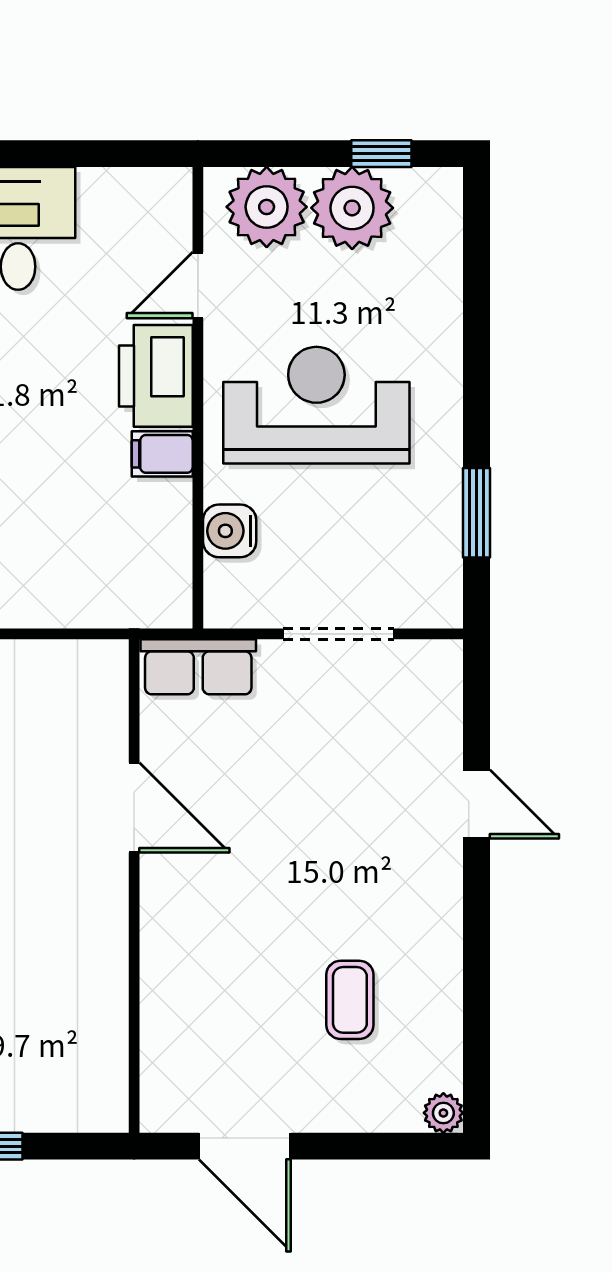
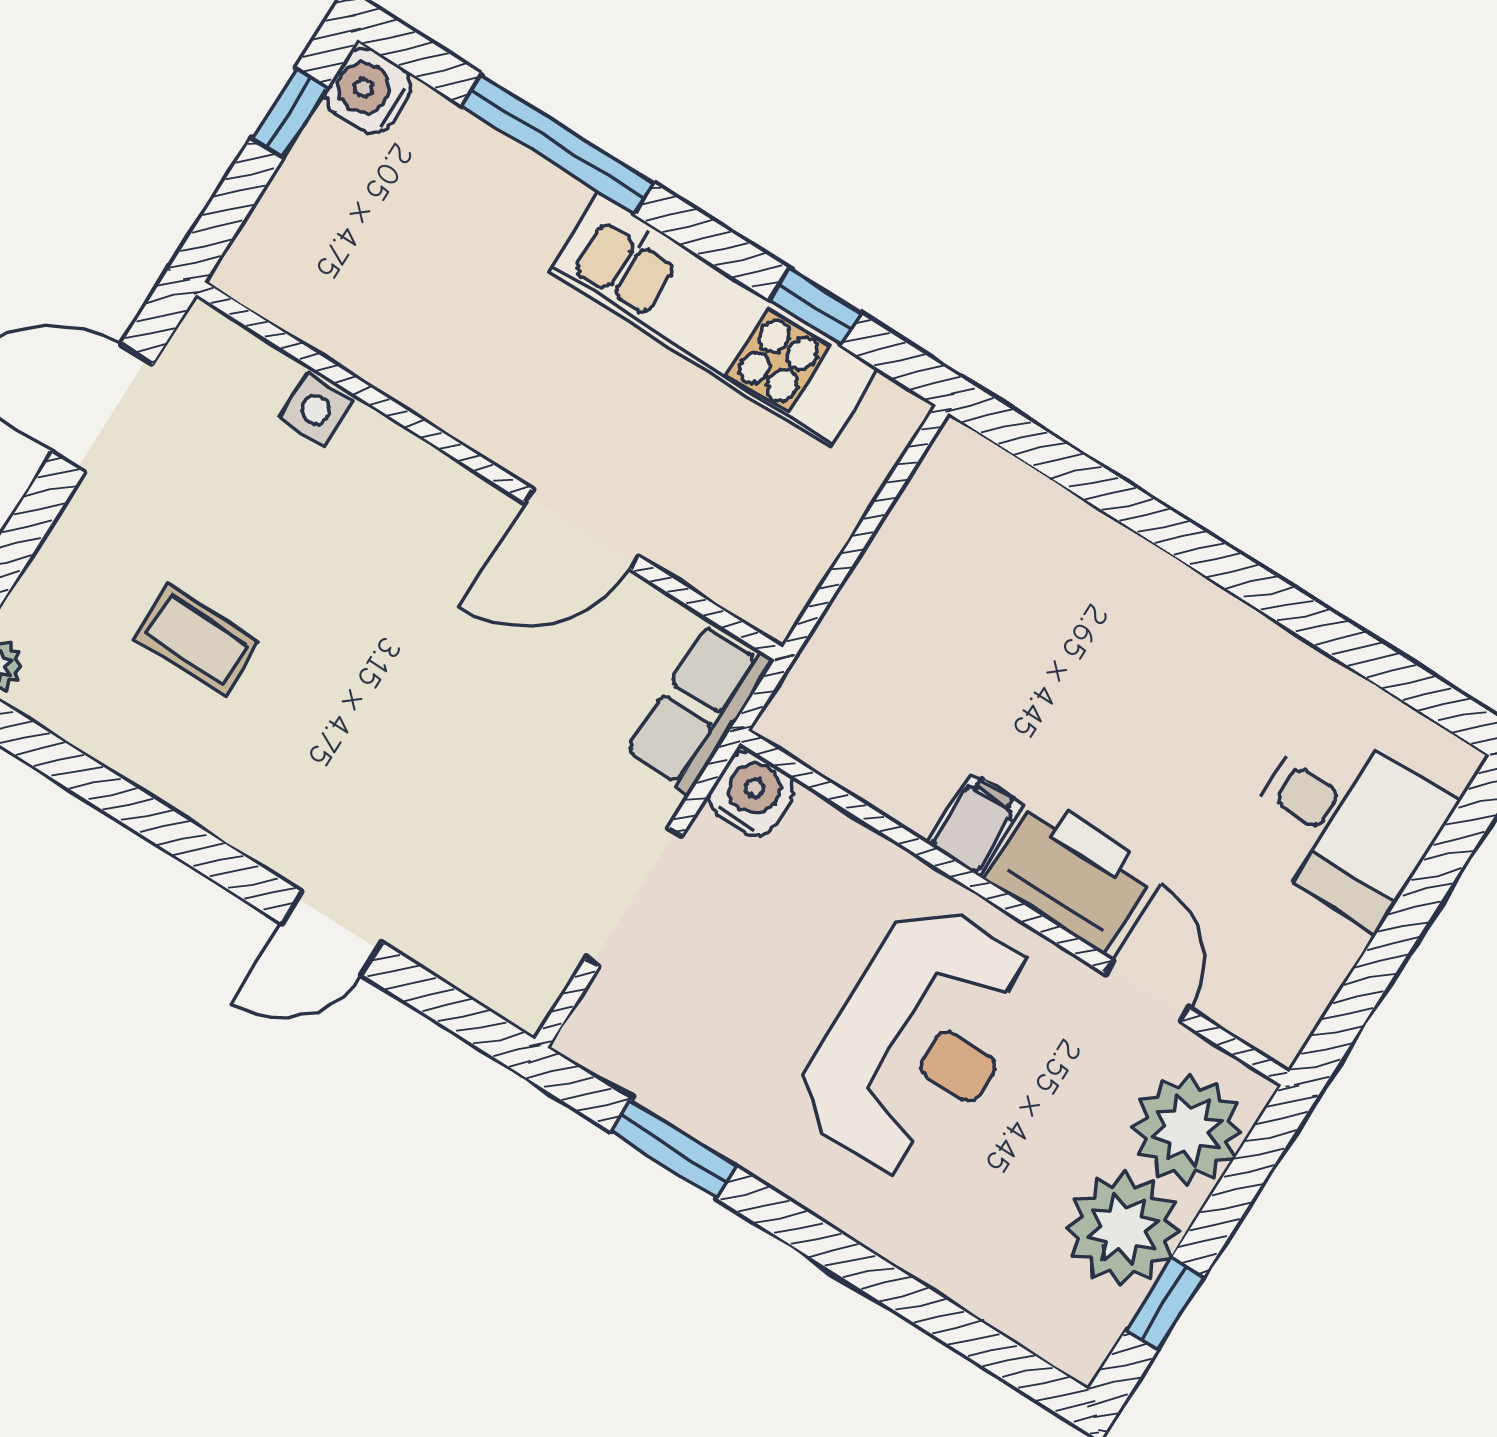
water cooler: (230, 531) -> (751, 793), moved
side table: (164, 1016) -> (316, 410), added

